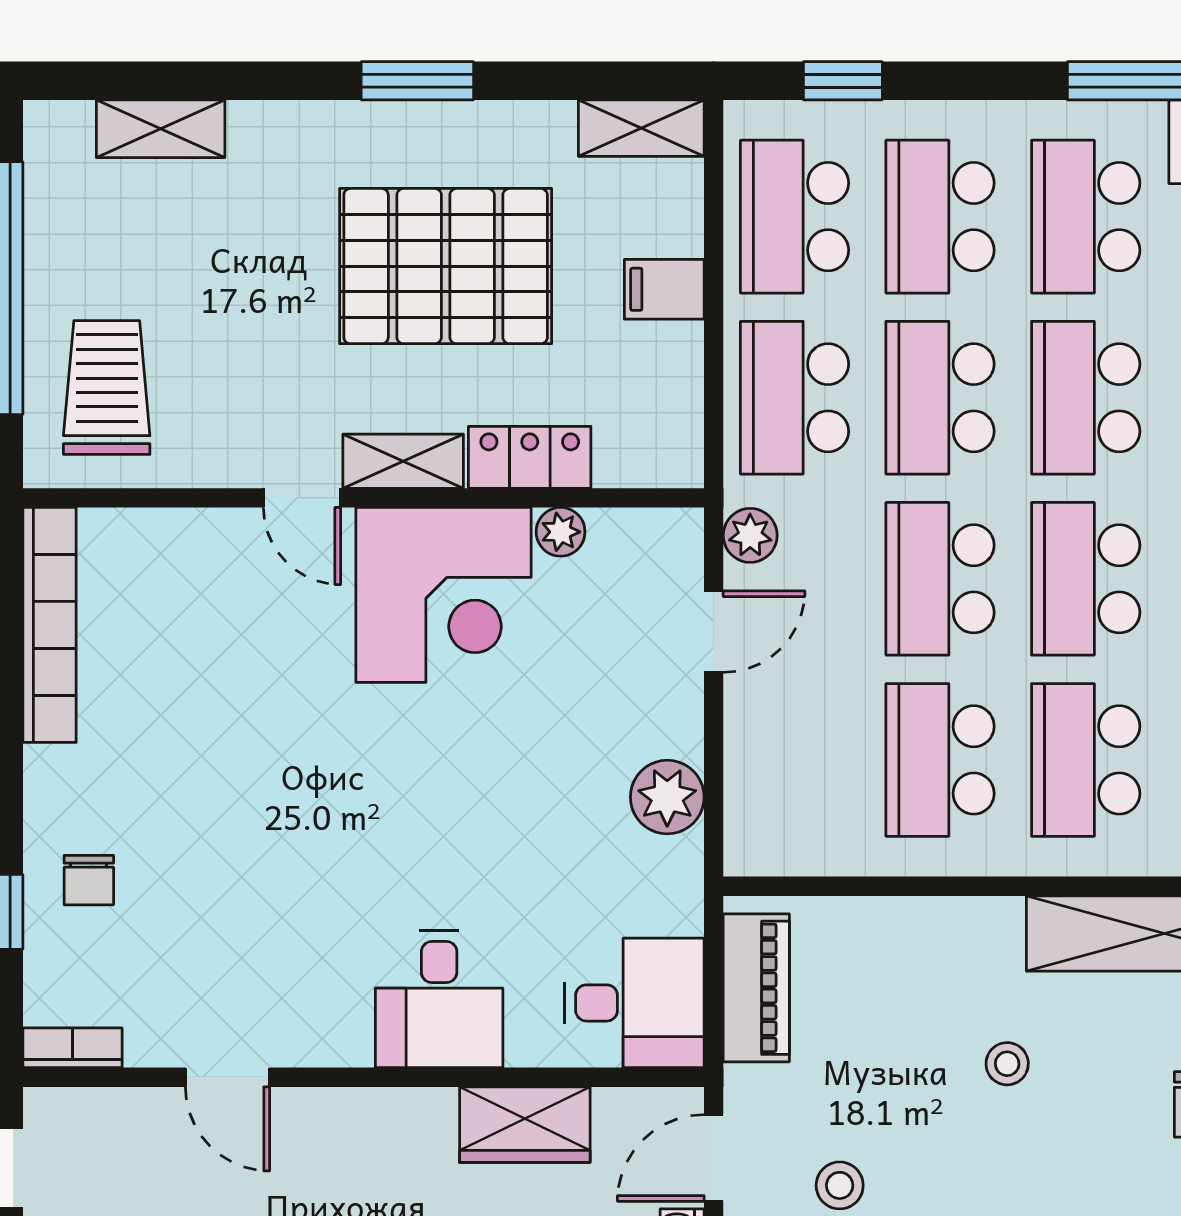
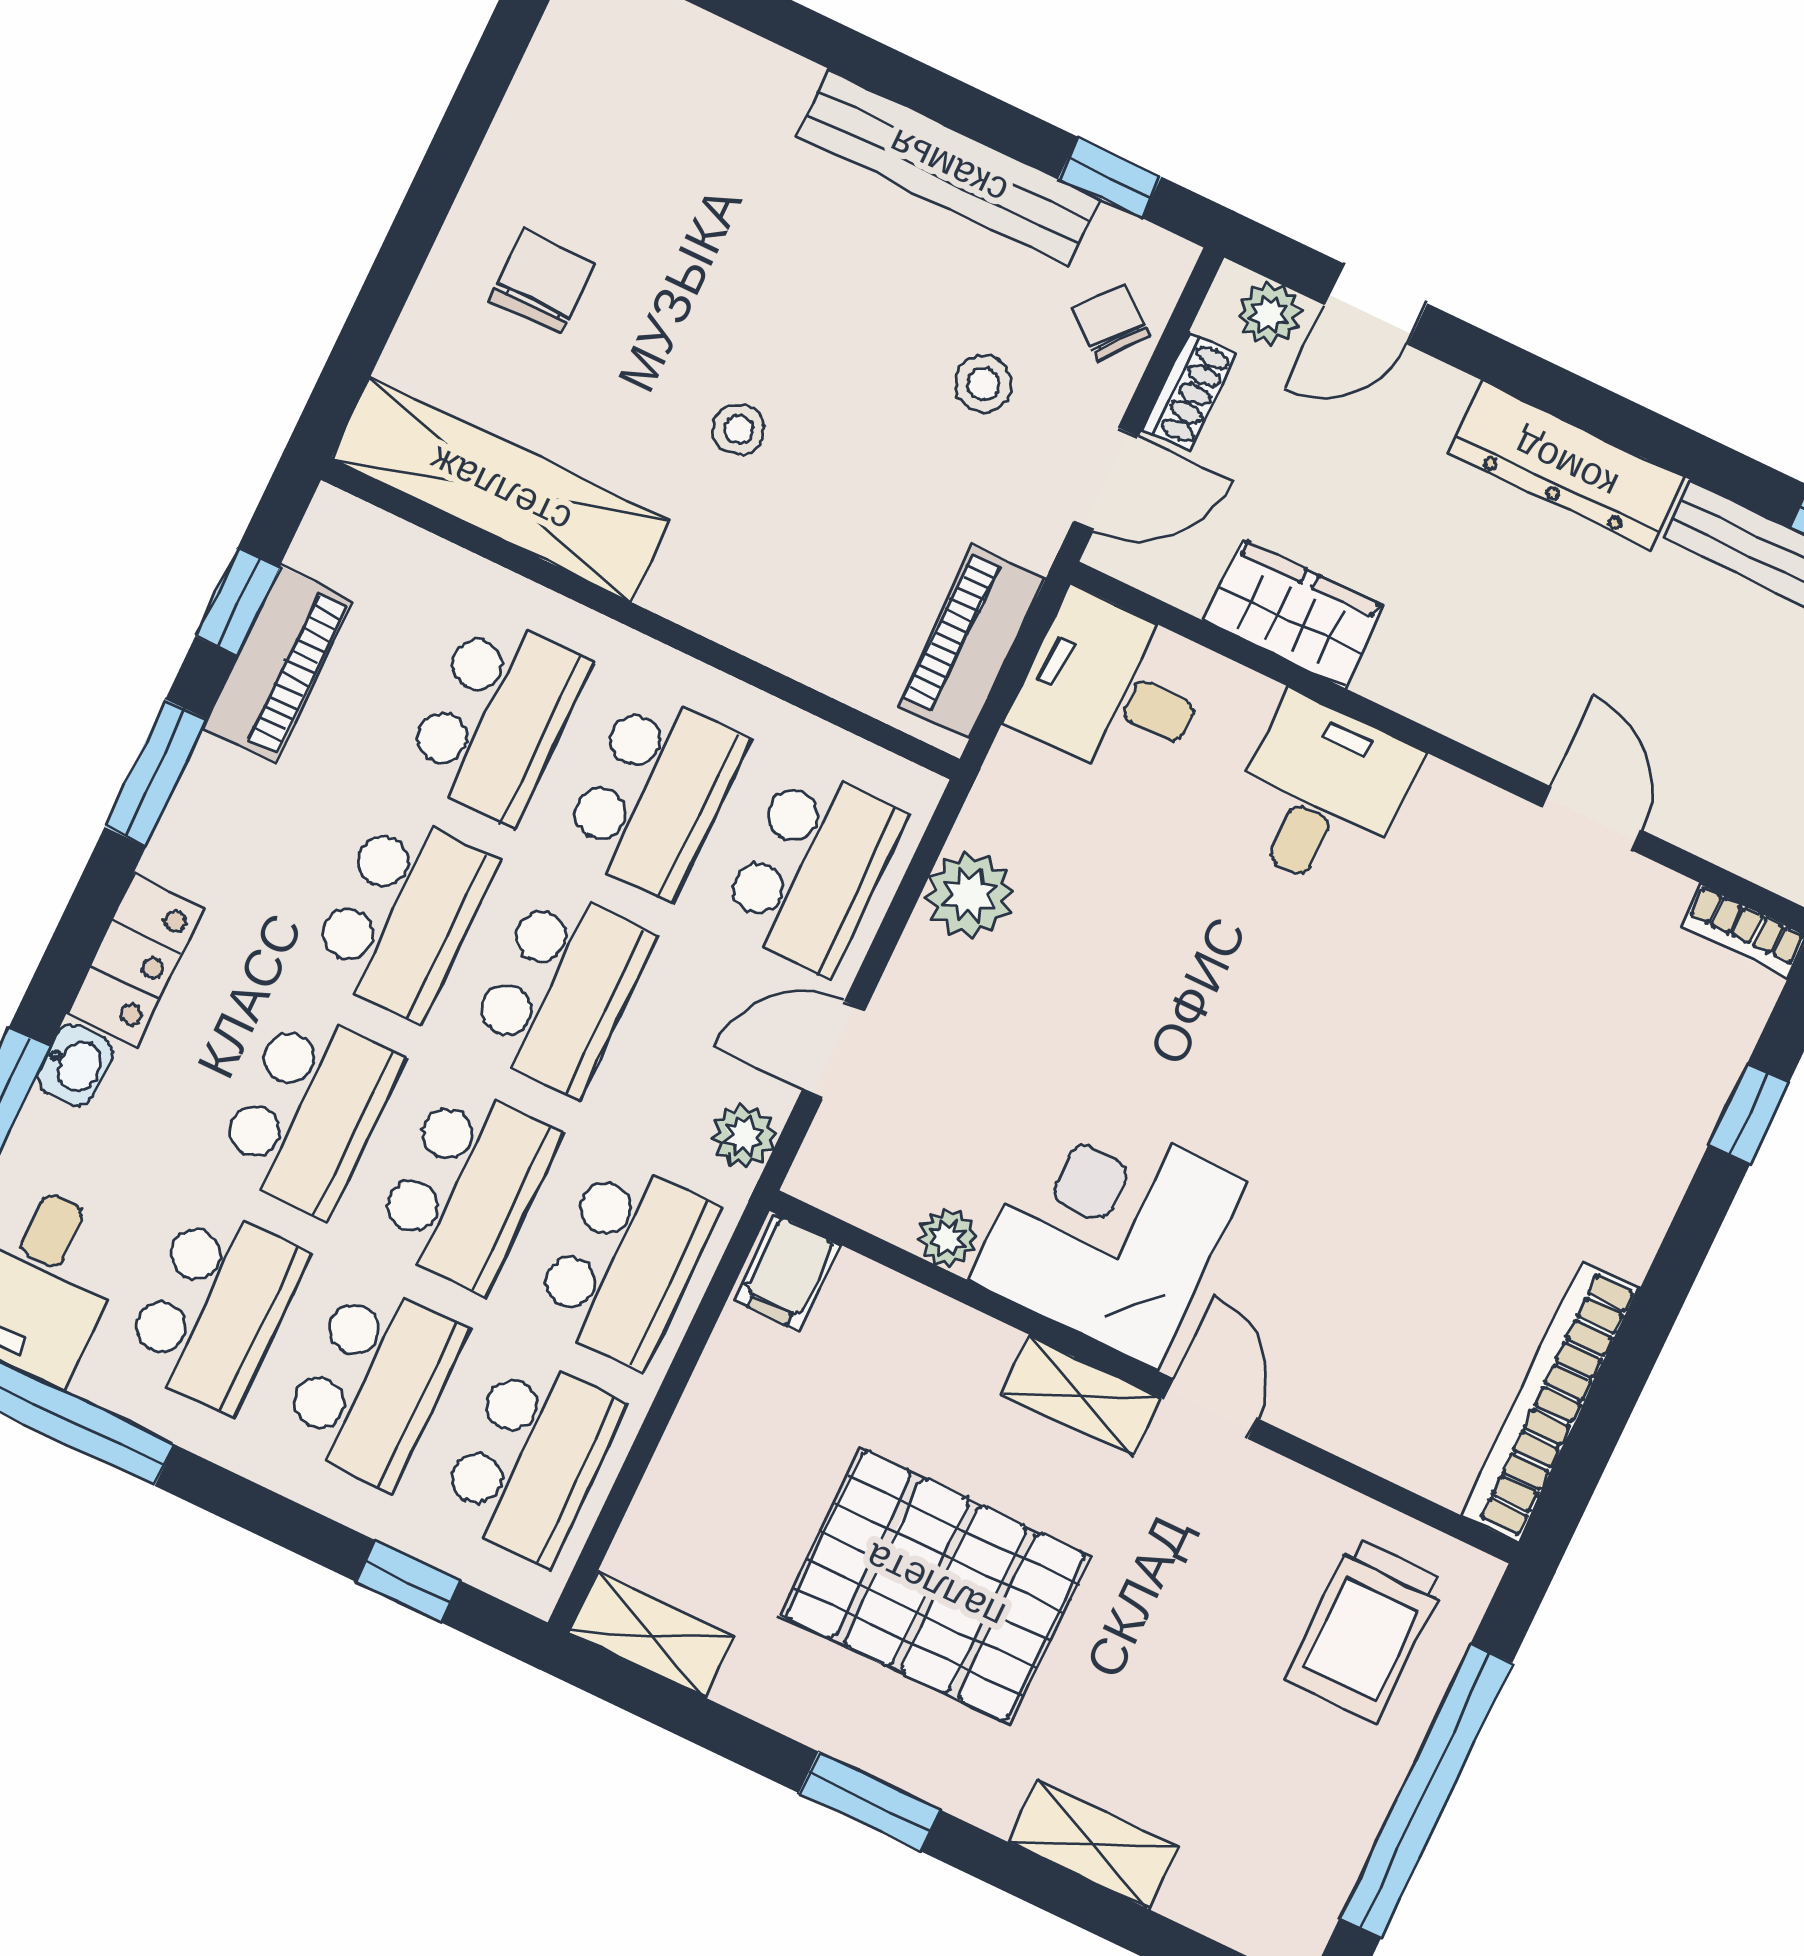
shelving: (161, 129) -> (1093, 1844), moved
filing cabinet: (664, 289) -> (787, 1273), moved, turned 90
locker: (530, 457) -> (943, 1335), removed
school desk: (795, 760) -> (812, 869), added
chair: (89, 880) -> (1640, 1104), removed

